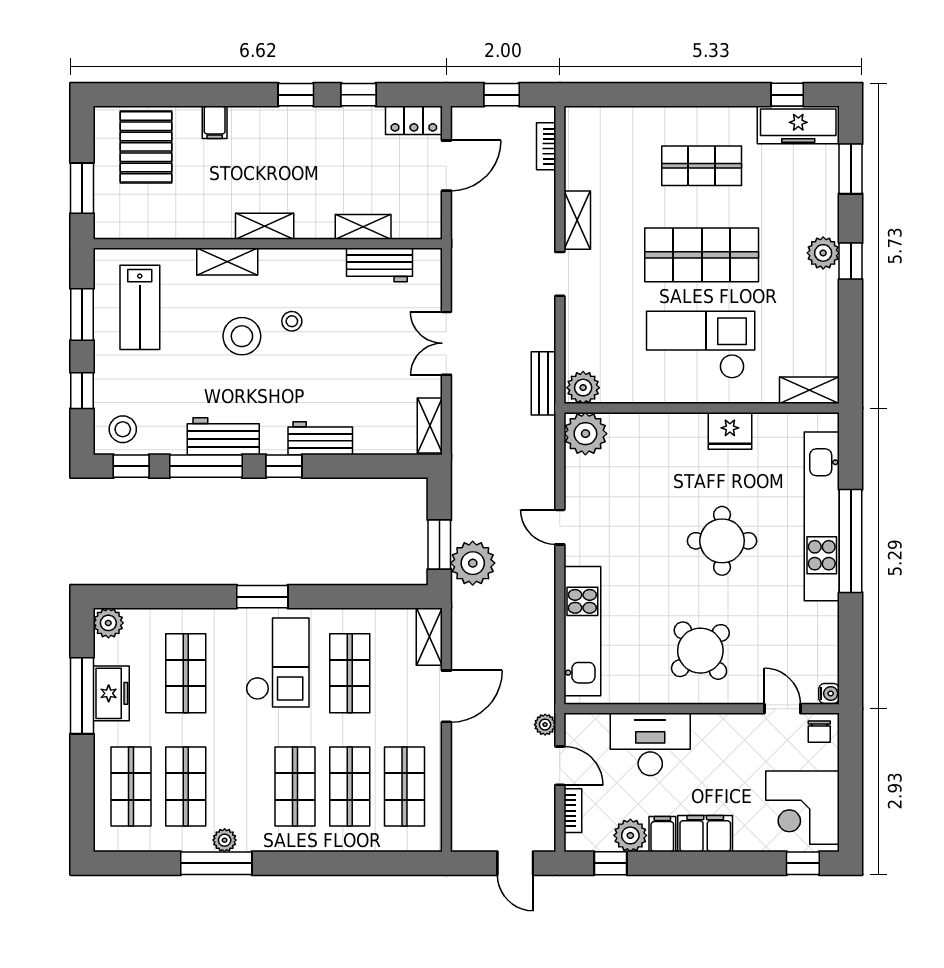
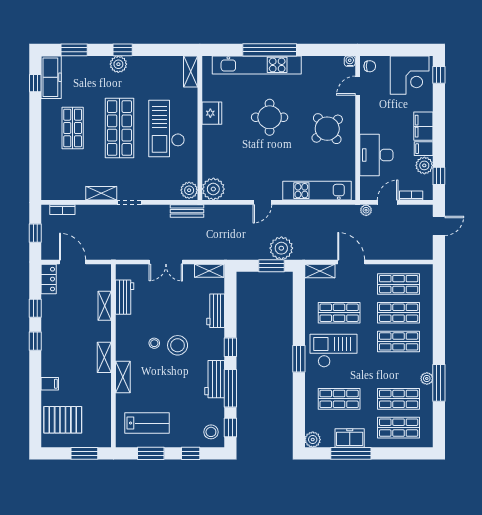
stool: (242, 336) -> (178, 345), moved
workbench: (320, 438) -> (216, 311), moved

